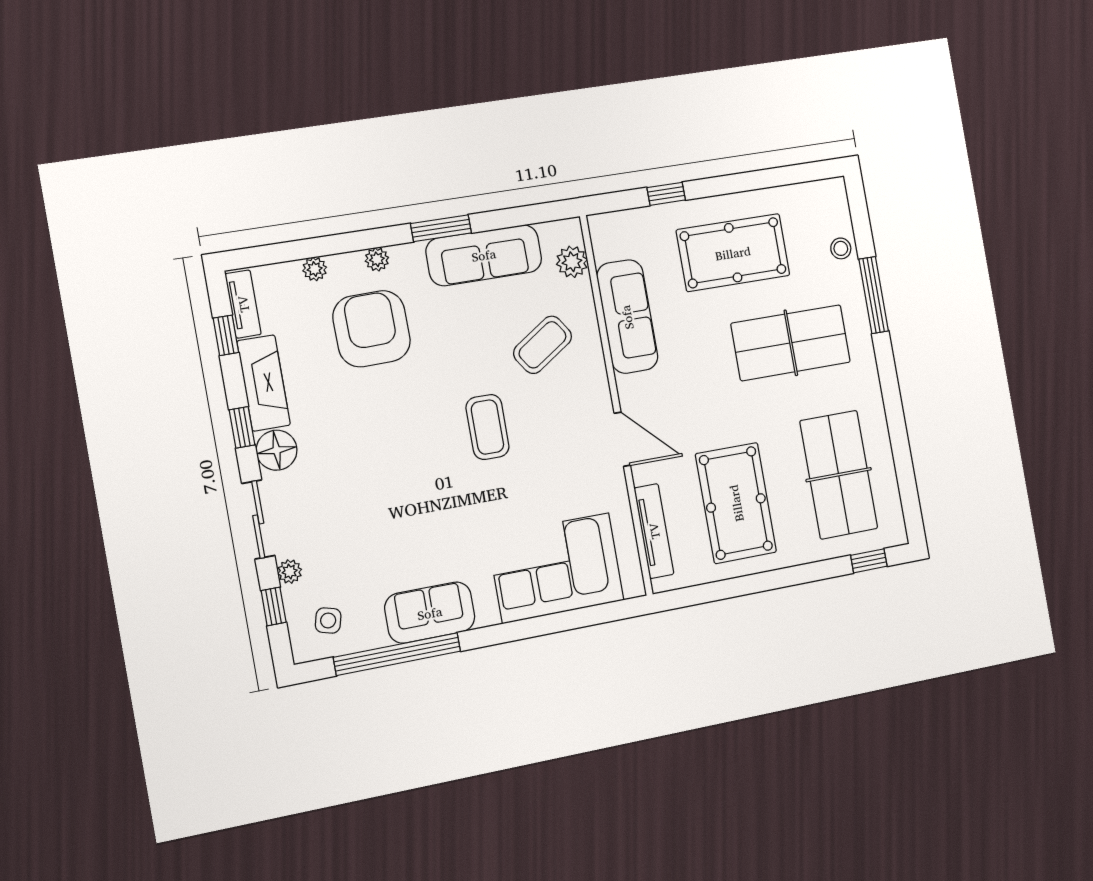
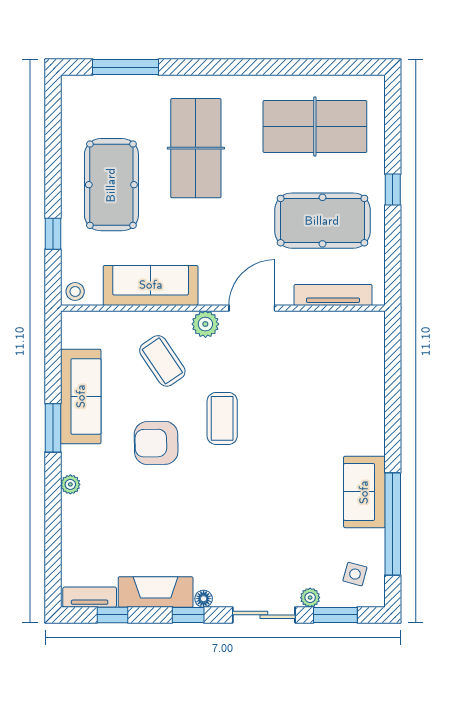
stool: (841, 248) -> (75, 291), moved
plant: (572, 262) -> (205, 324), moved
plant: (315, 269) -> (70, 536), removed
window: (874, 295) -> (126, 67), moved
armchair: (372, 329) -> (156, 443), moved, width x0.73, depth x0.73
coffee table: (487, 427) -> (222, 418), turned 90
floor lamp: (277, 450) -> (204, 599), width x0.53, depth x0.53
window: (869, 561) -> (393, 190), moved
corner sofa: (556, 568) -> (348, 383), removed
window: (274, 606) -> (335, 615), width x1.50

